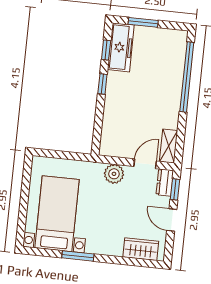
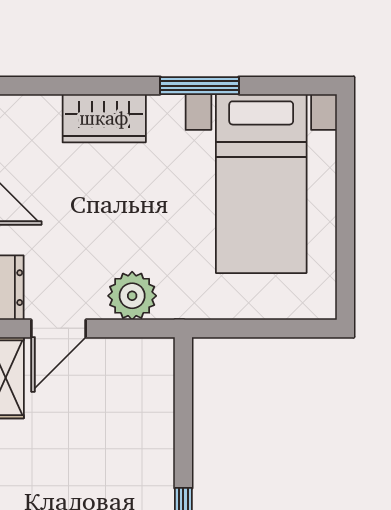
wardrobe: (141, 249) -> (104, 118), moved

